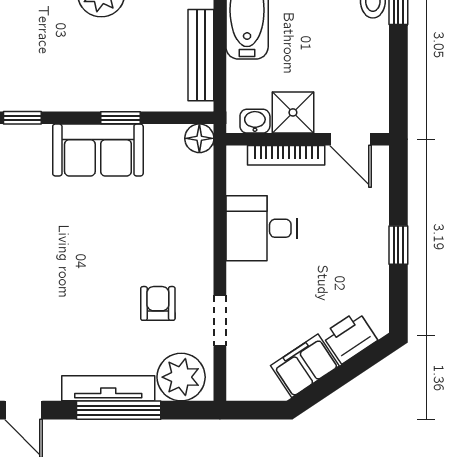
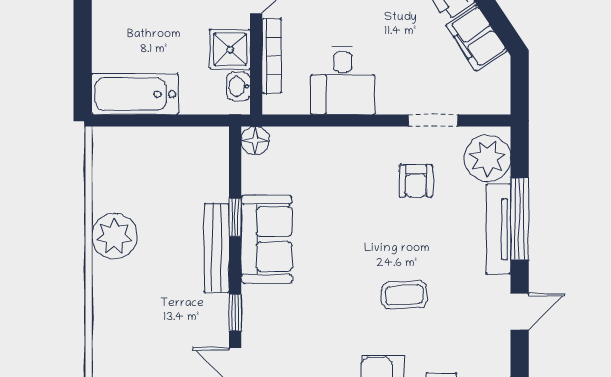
bench: (201, 55) -> (217, 248), moved, turned 90
coffee table: (41, 292) -> (404, 295), added
armchair: (158, 303) -> (416, 181), turned -90

